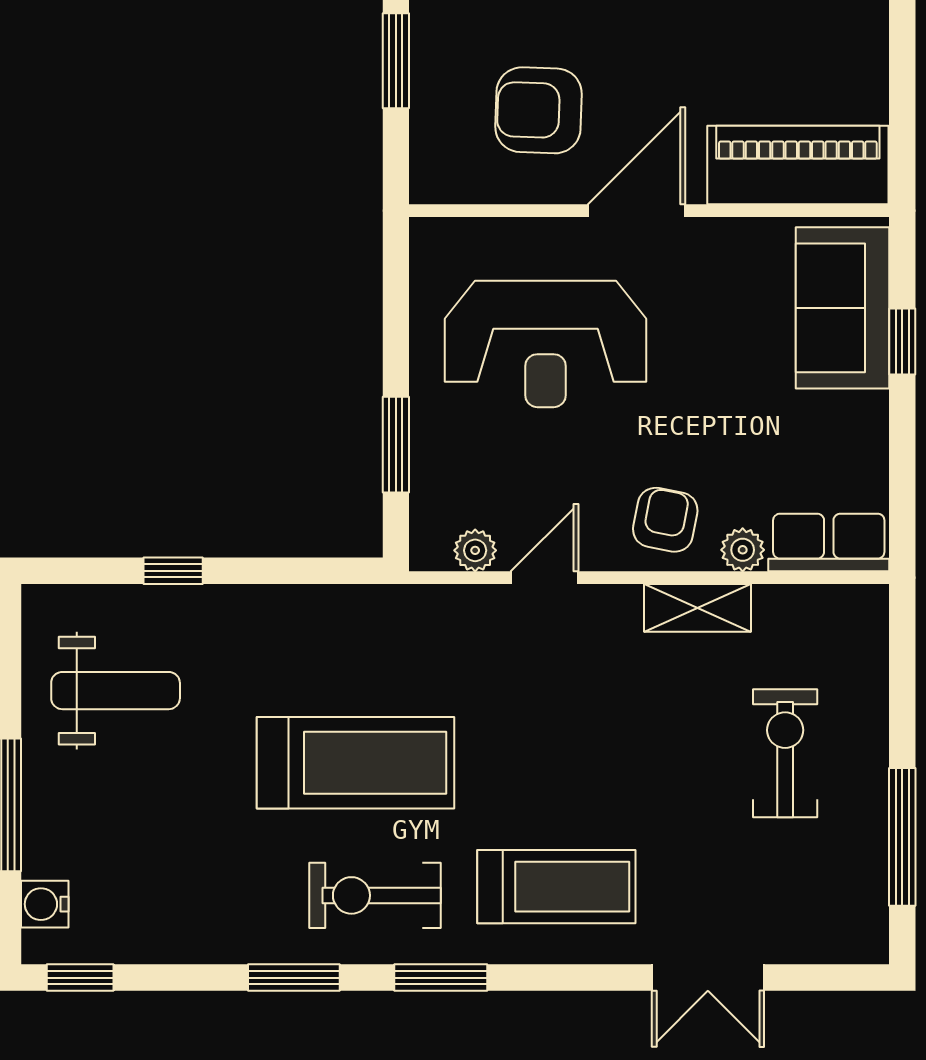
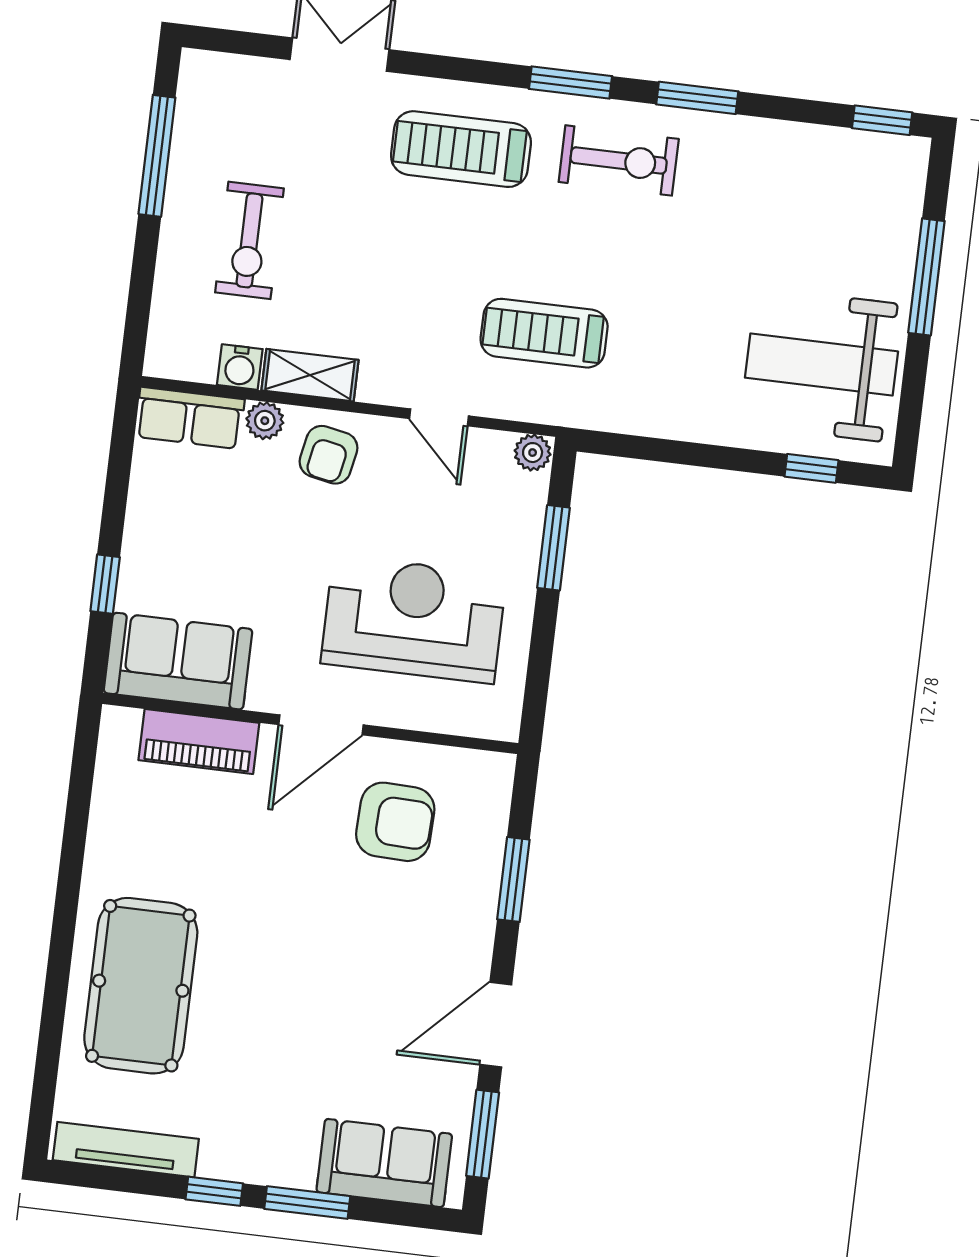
piano: (798, 165) -> (199, 742), width x0.73, depth x0.75
sofa: (842, 308) -> (178, 661), moved, turned -90
plant: (475, 550) -> (533, 453), moved
window: (173, 571) -> (812, 468), moved
door: (544, 578) -> (439, 417), hinge flipped
weight bench: (116, 691) -> (822, 365), width x1.36, depth x1.33
treadmill: (355, 763) -> (544, 333), moved, width x0.73, depth x0.73
water cooler: (45, 904) -> (240, 367), moved, turned 90

